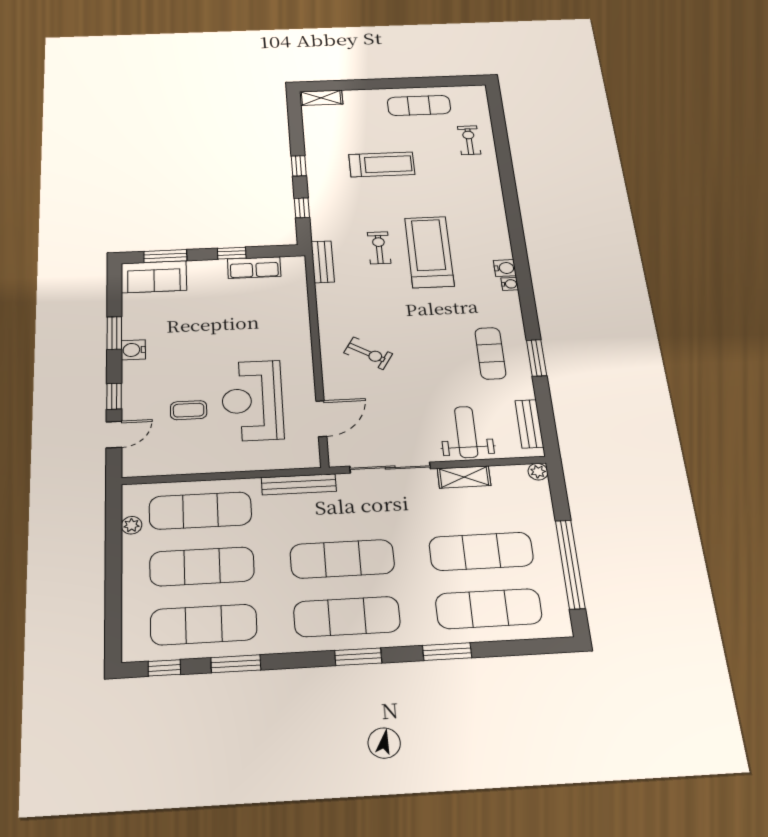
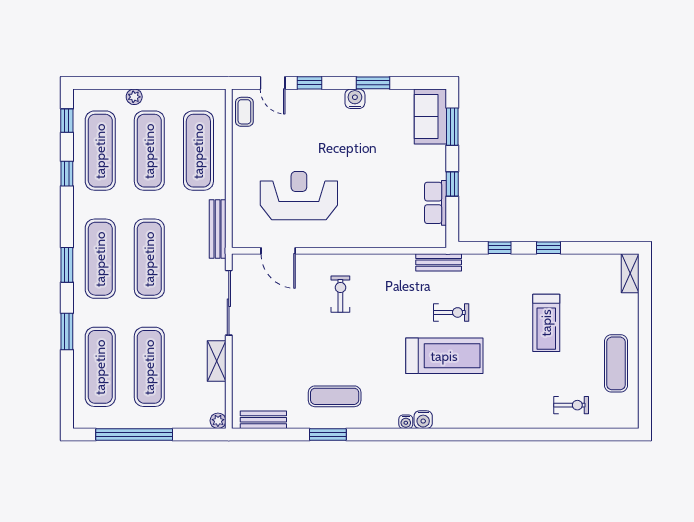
exercise bike: (368, 353) -> (340, 294), turned 149
coffee table: (189, 410) -> (244, 112), moved
weight bench: (466, 432) -> (259, 367), removed
plant: (131, 525) -> (134, 97), moved
window: (236, 664) -> (67, 174), width x0.67

